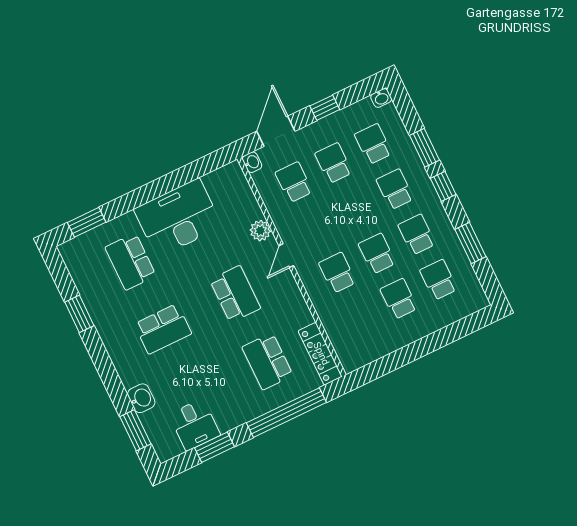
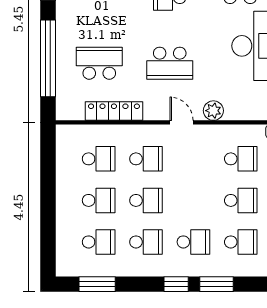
window: (470, 243) -> (97, 284), moved
school desk: (359, 318) -> (99, 159), added
locker: (320, 354) -> (114, 111), moved

